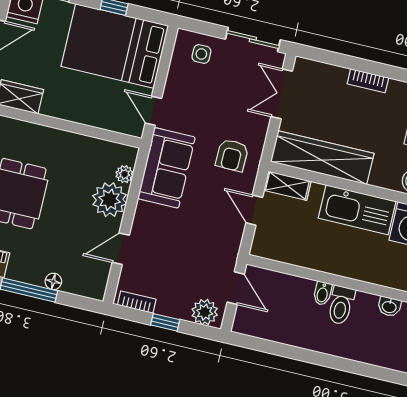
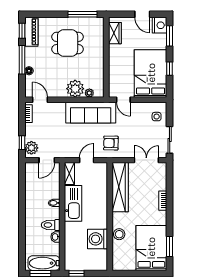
door: (153, 111) -> (123, 100), swing flipped
sofa: (166, 168) -> (91, 113), width x1.36
shelving: (287, 186) -> (69, 174), moved
kitchen sink: (357, 210) -> (73, 203), moved, turned 180
door: (121, 249) -> (40, 100), moved
toilet: (341, 305) -> (51, 225), moved
window: (165, 322) -> (22, 143), moved

